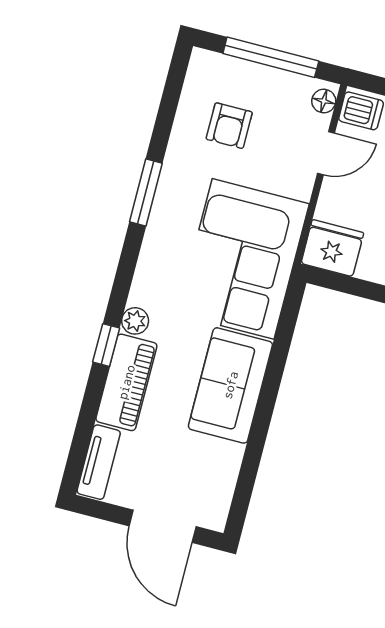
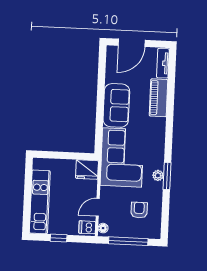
plant: (135, 321) -> (158, 175), moved
window: (106, 345) -> (170, 111), removed
door: (163, 526) -> (132, 43), swing flipped

